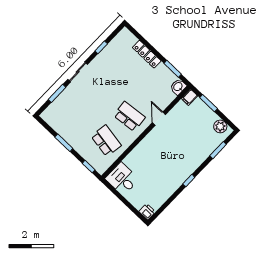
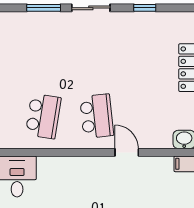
door: (159, 119) -> (127, 152), hinge flipped

